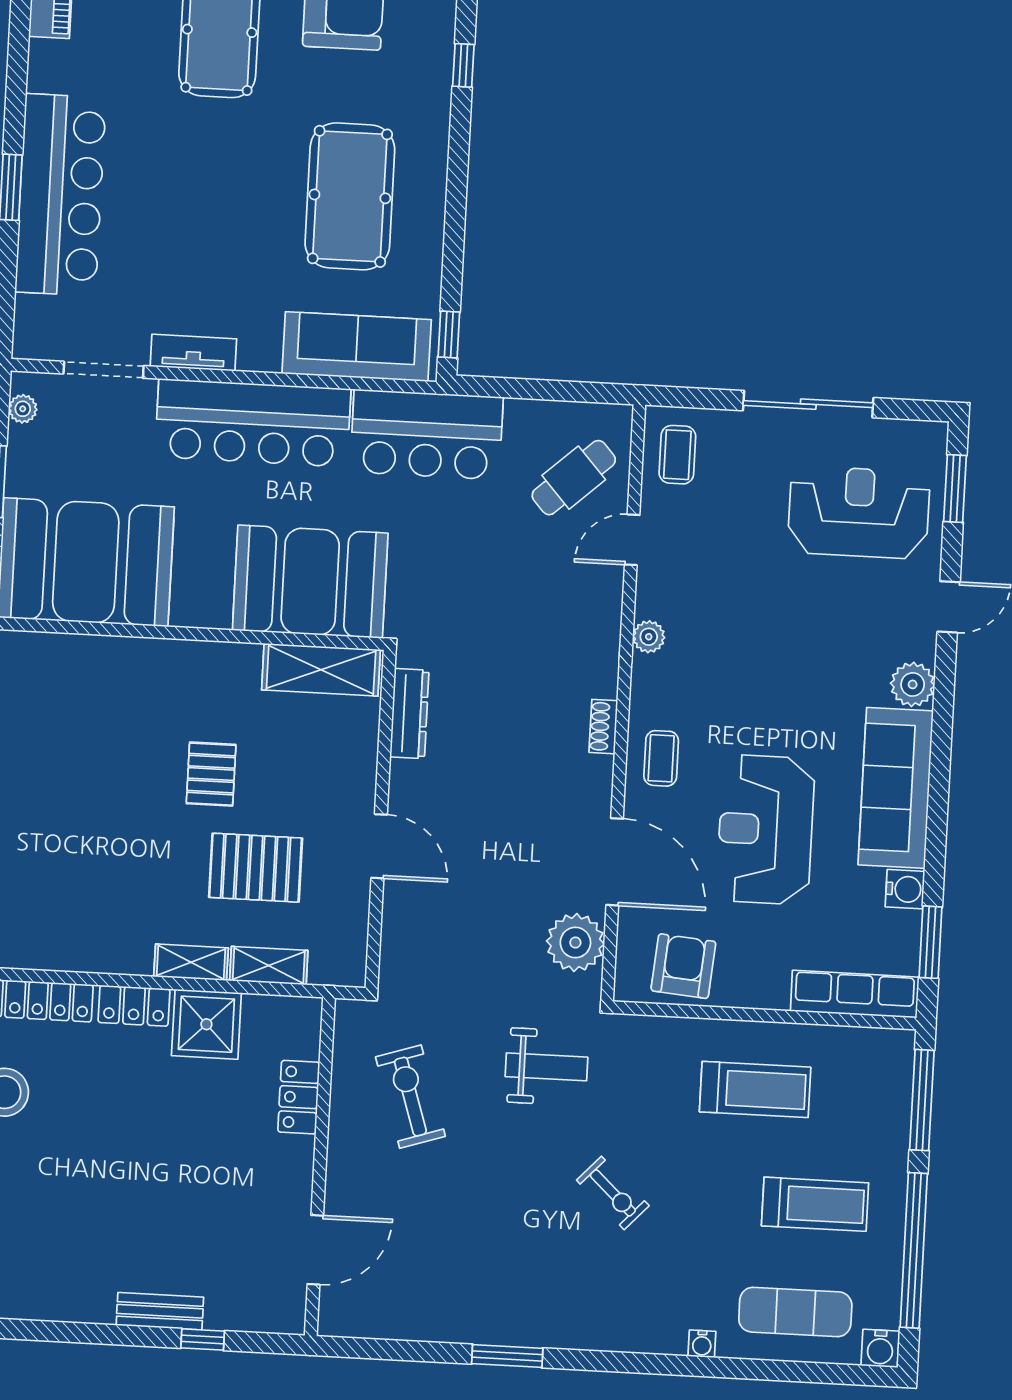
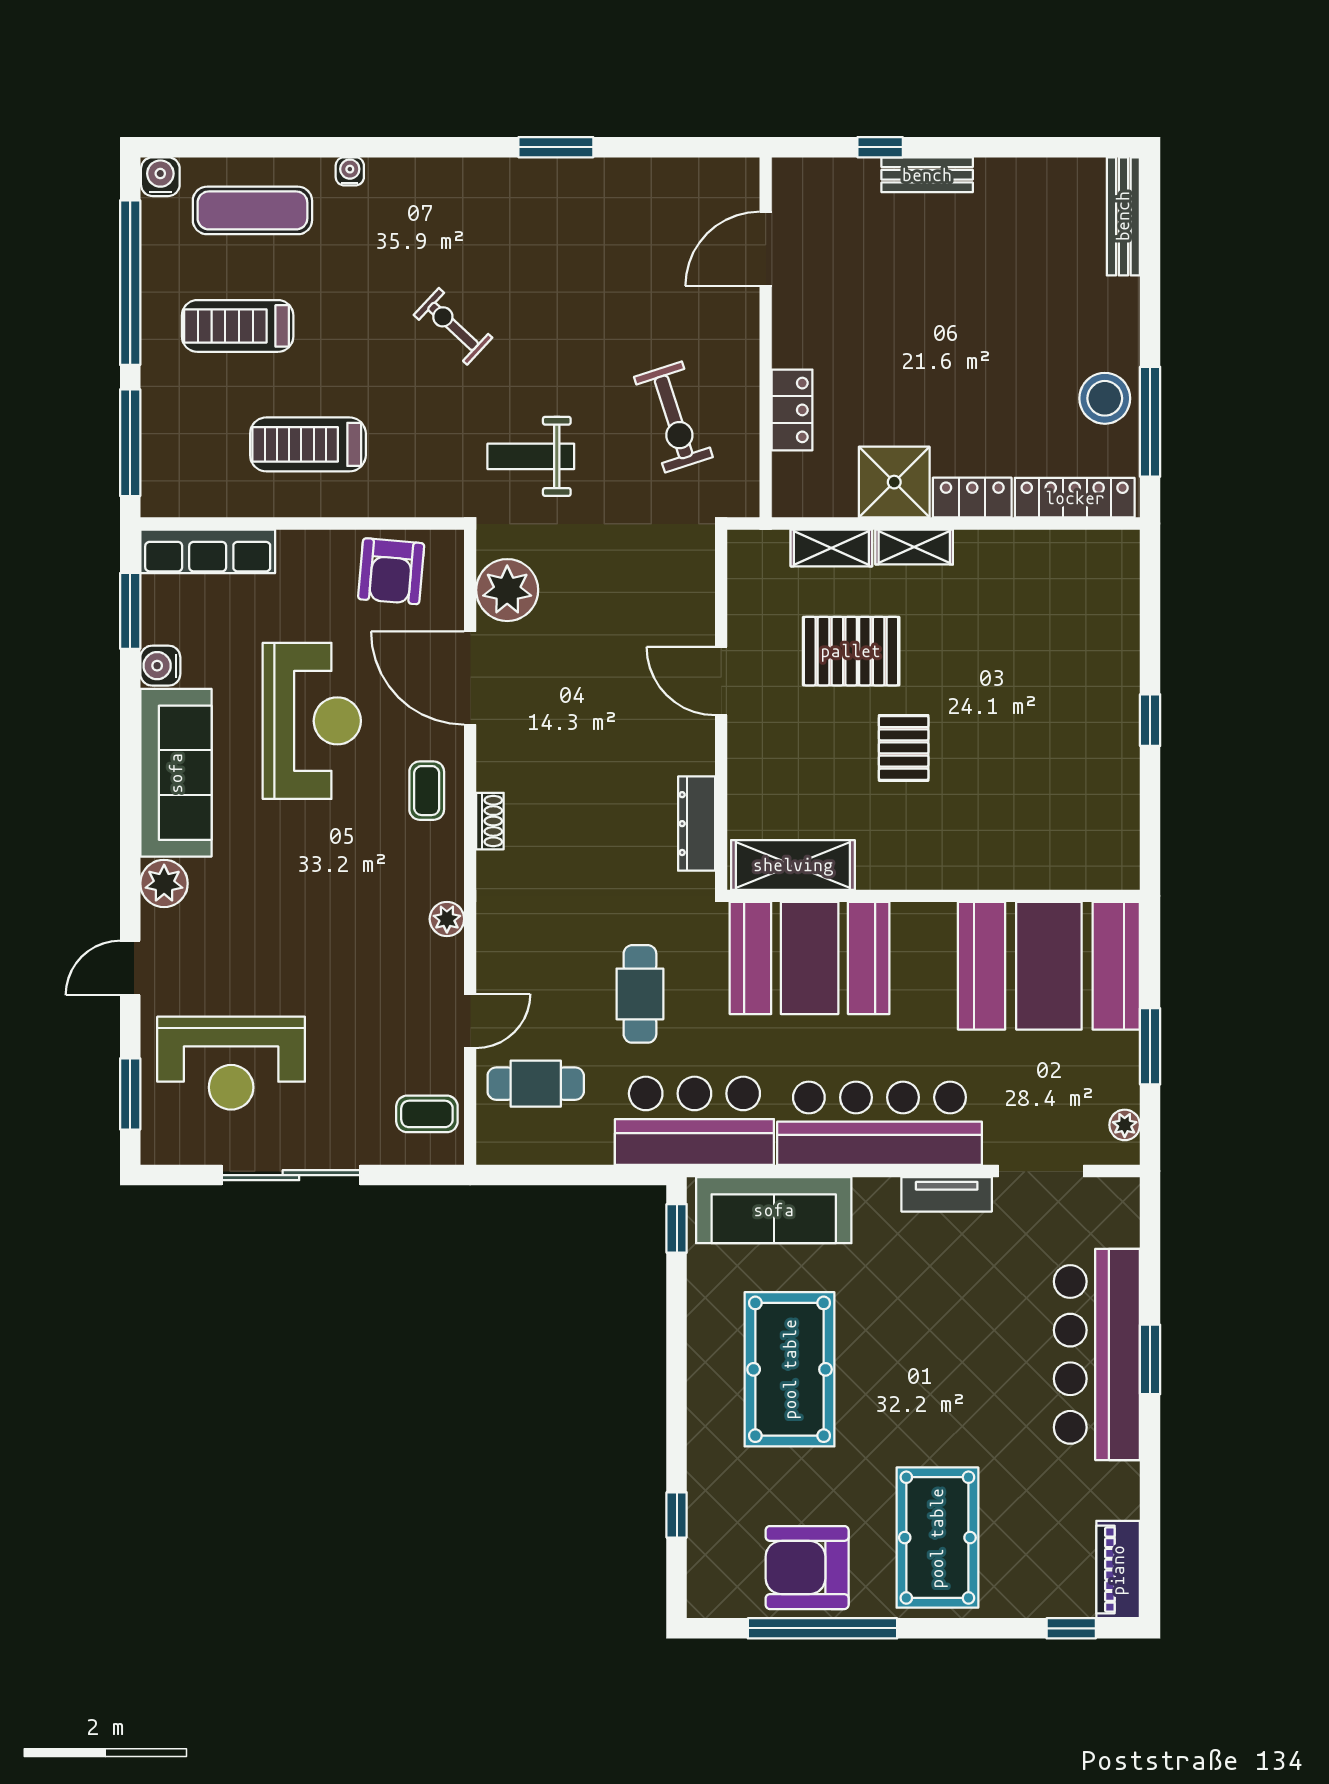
coffee table: (677, 455) -> (427, 1114), turned 90
cafe table: (574, 478) -> (536, 1084), turned 42
cafe table: (471, 557) -> (640, 994), added

